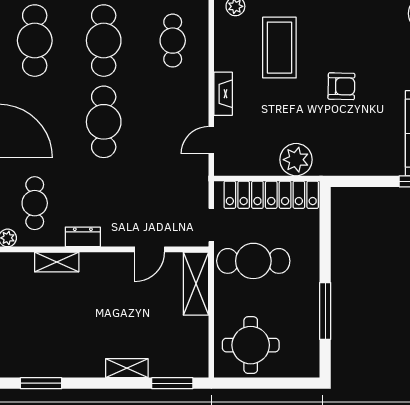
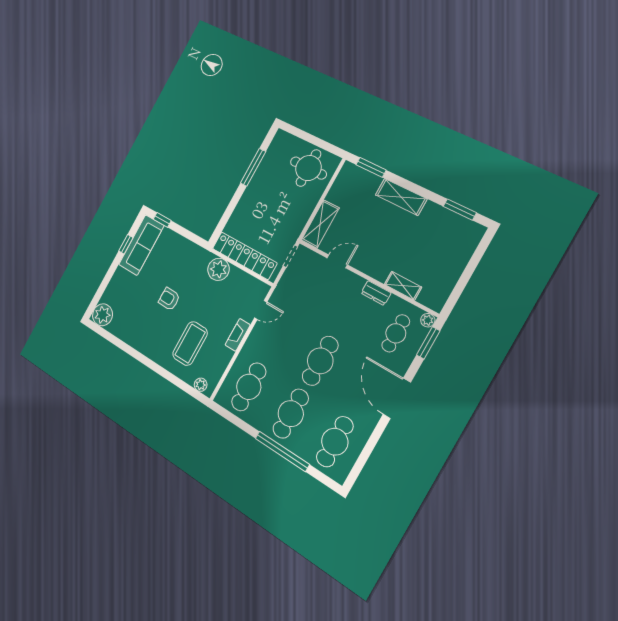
cafe table: (173, 41) -> (249, 387), width x1.37, depth x1.35
cafe table: (253, 261) -> (278, 220), removed
shelving: (127, 368) -> (401, 197), width x1.50, depth x1.33

